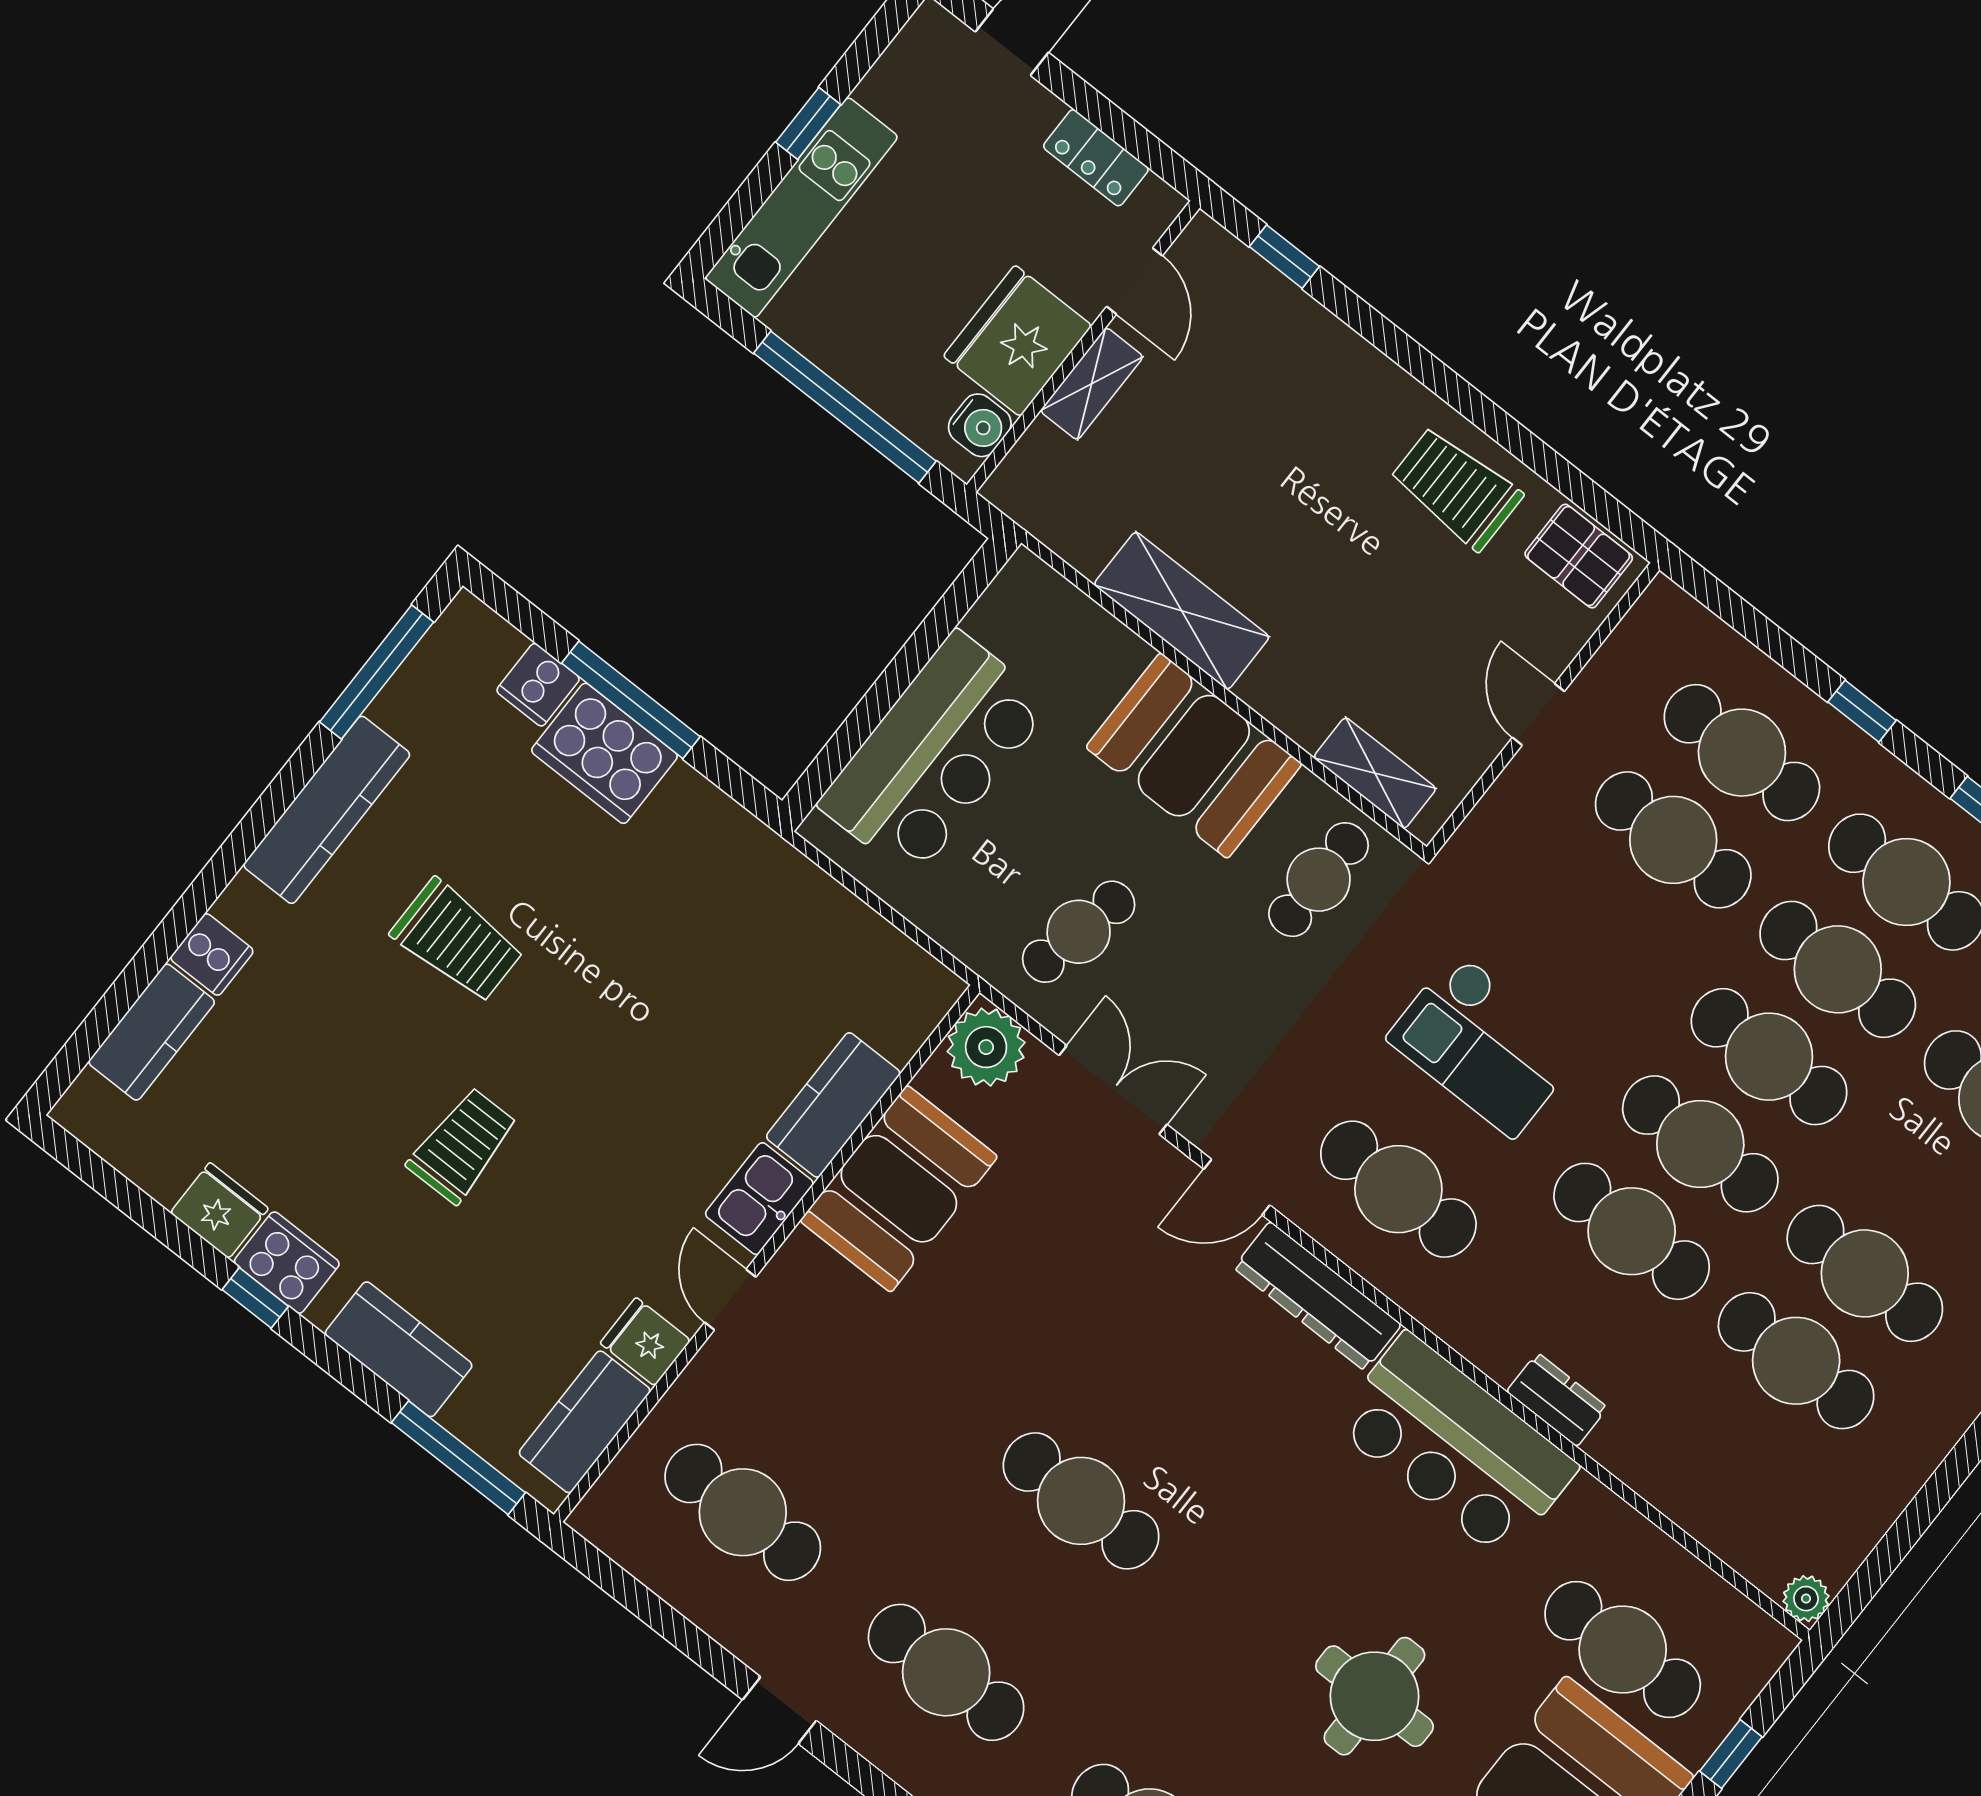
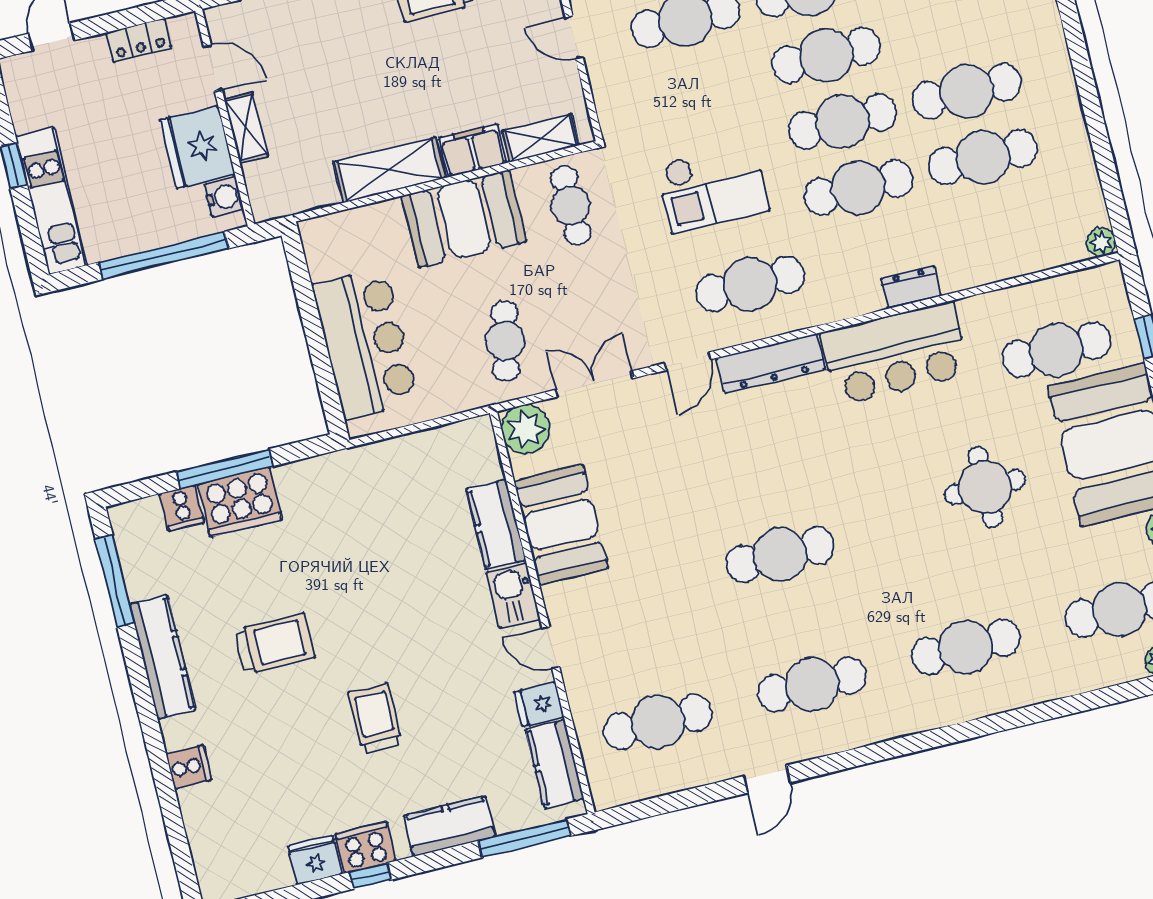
filing cabinet: (1291, 698) -> (473, 150), added
kitchen counter: (152, 1032) -> (203, 825), removed

